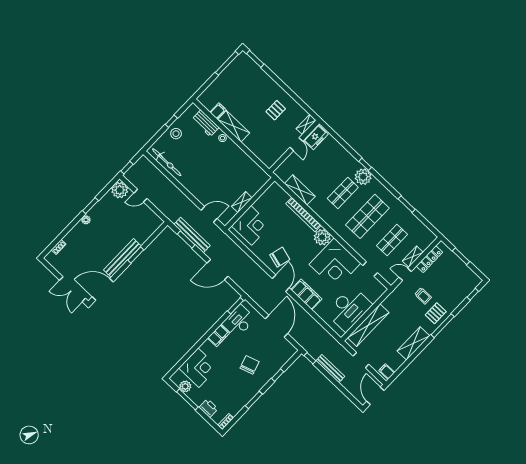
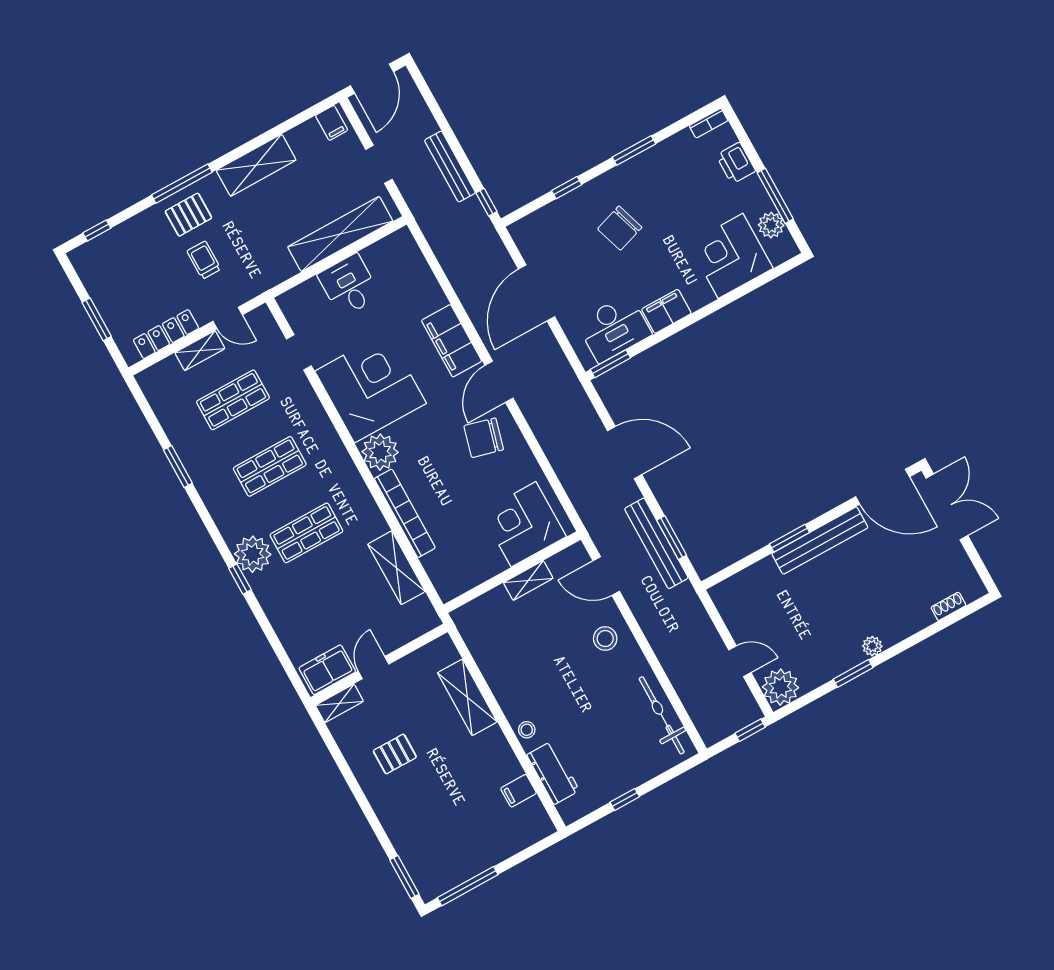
shelving: (234, 126) -> (467, 697), moved
stool: (176, 134) -> (605, 639), moved
shop shelf: (367, 216) -> (270, 466), width x0.70, depth x0.74
desk: (349, 309) -> (349, 285), width x0.53, depth x0.77

